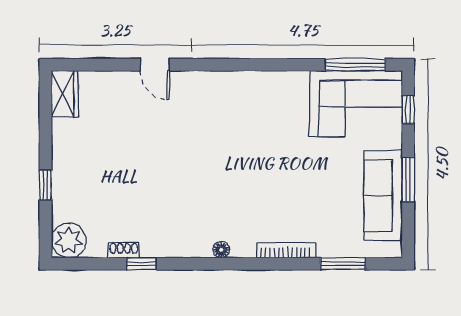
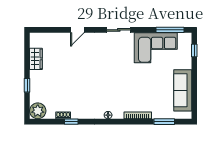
door: (155, 65) -> (77, 30), hinge flipped
sliding door: (244, 65) -> (119, 30), added
wardrobe: (65, 94) -> (36, 59), moved
corner sofa: (356, 104) -> (156, 48), moved
window: (408, 180) -> (194, 83), removed

